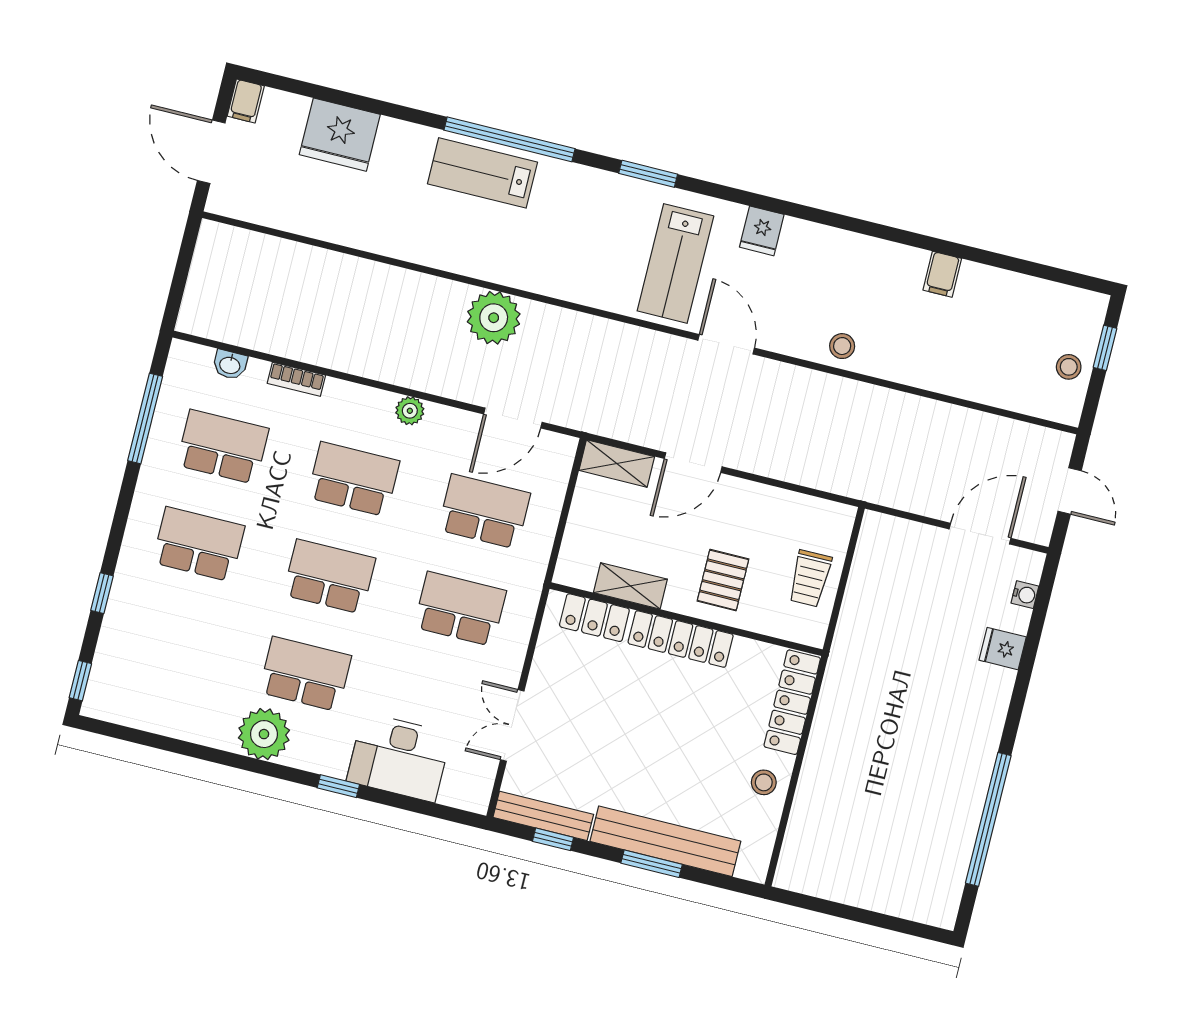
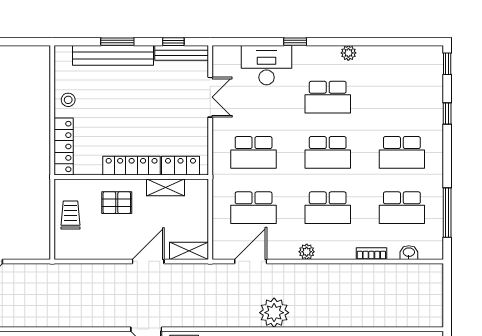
pallet: (723, 580) -> (117, 203), turned 90
plant: (264, 734) -> (348, 53), width x0.53, depth x0.53

